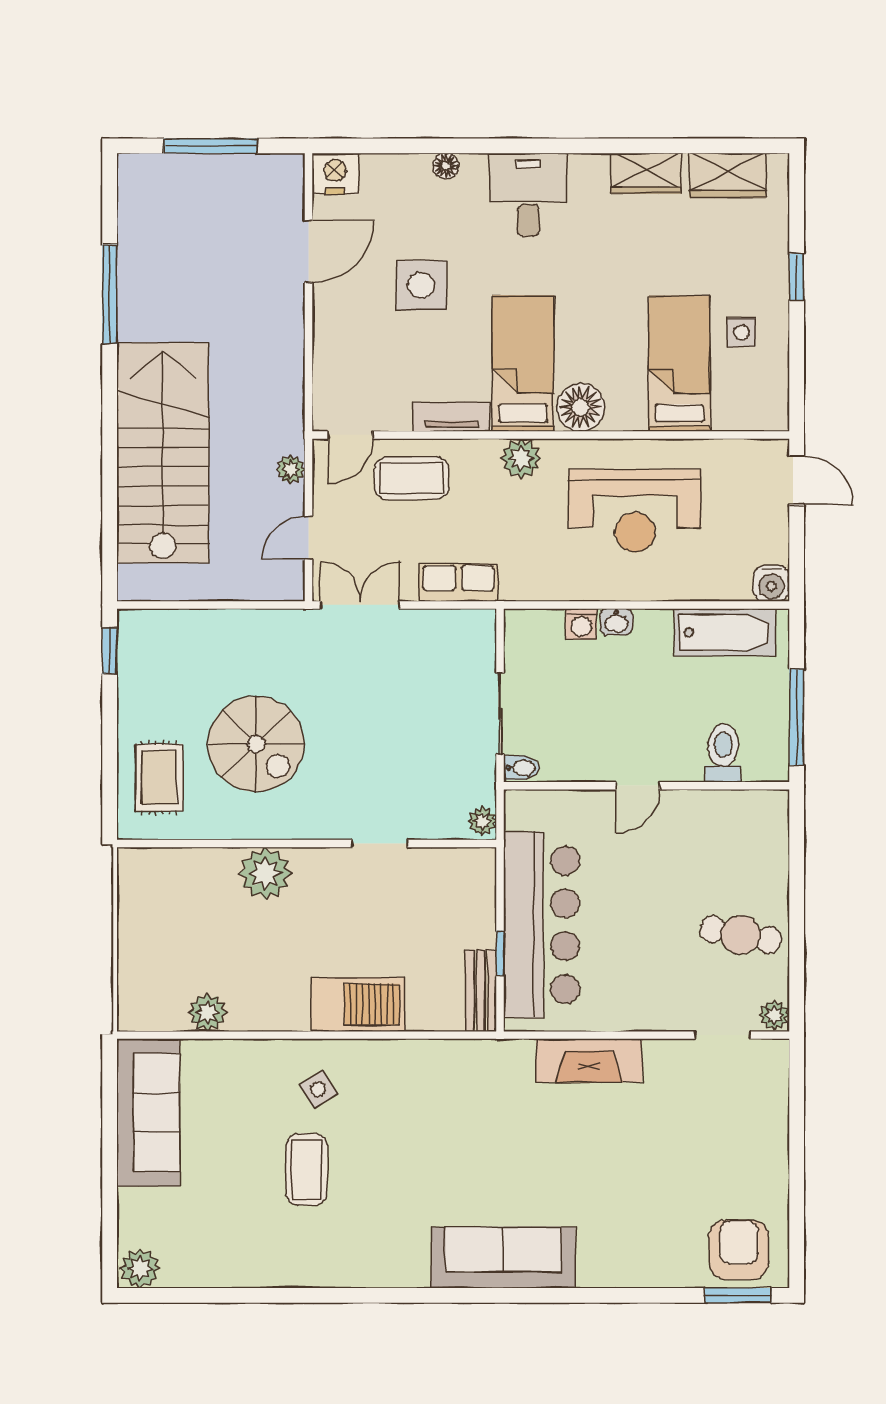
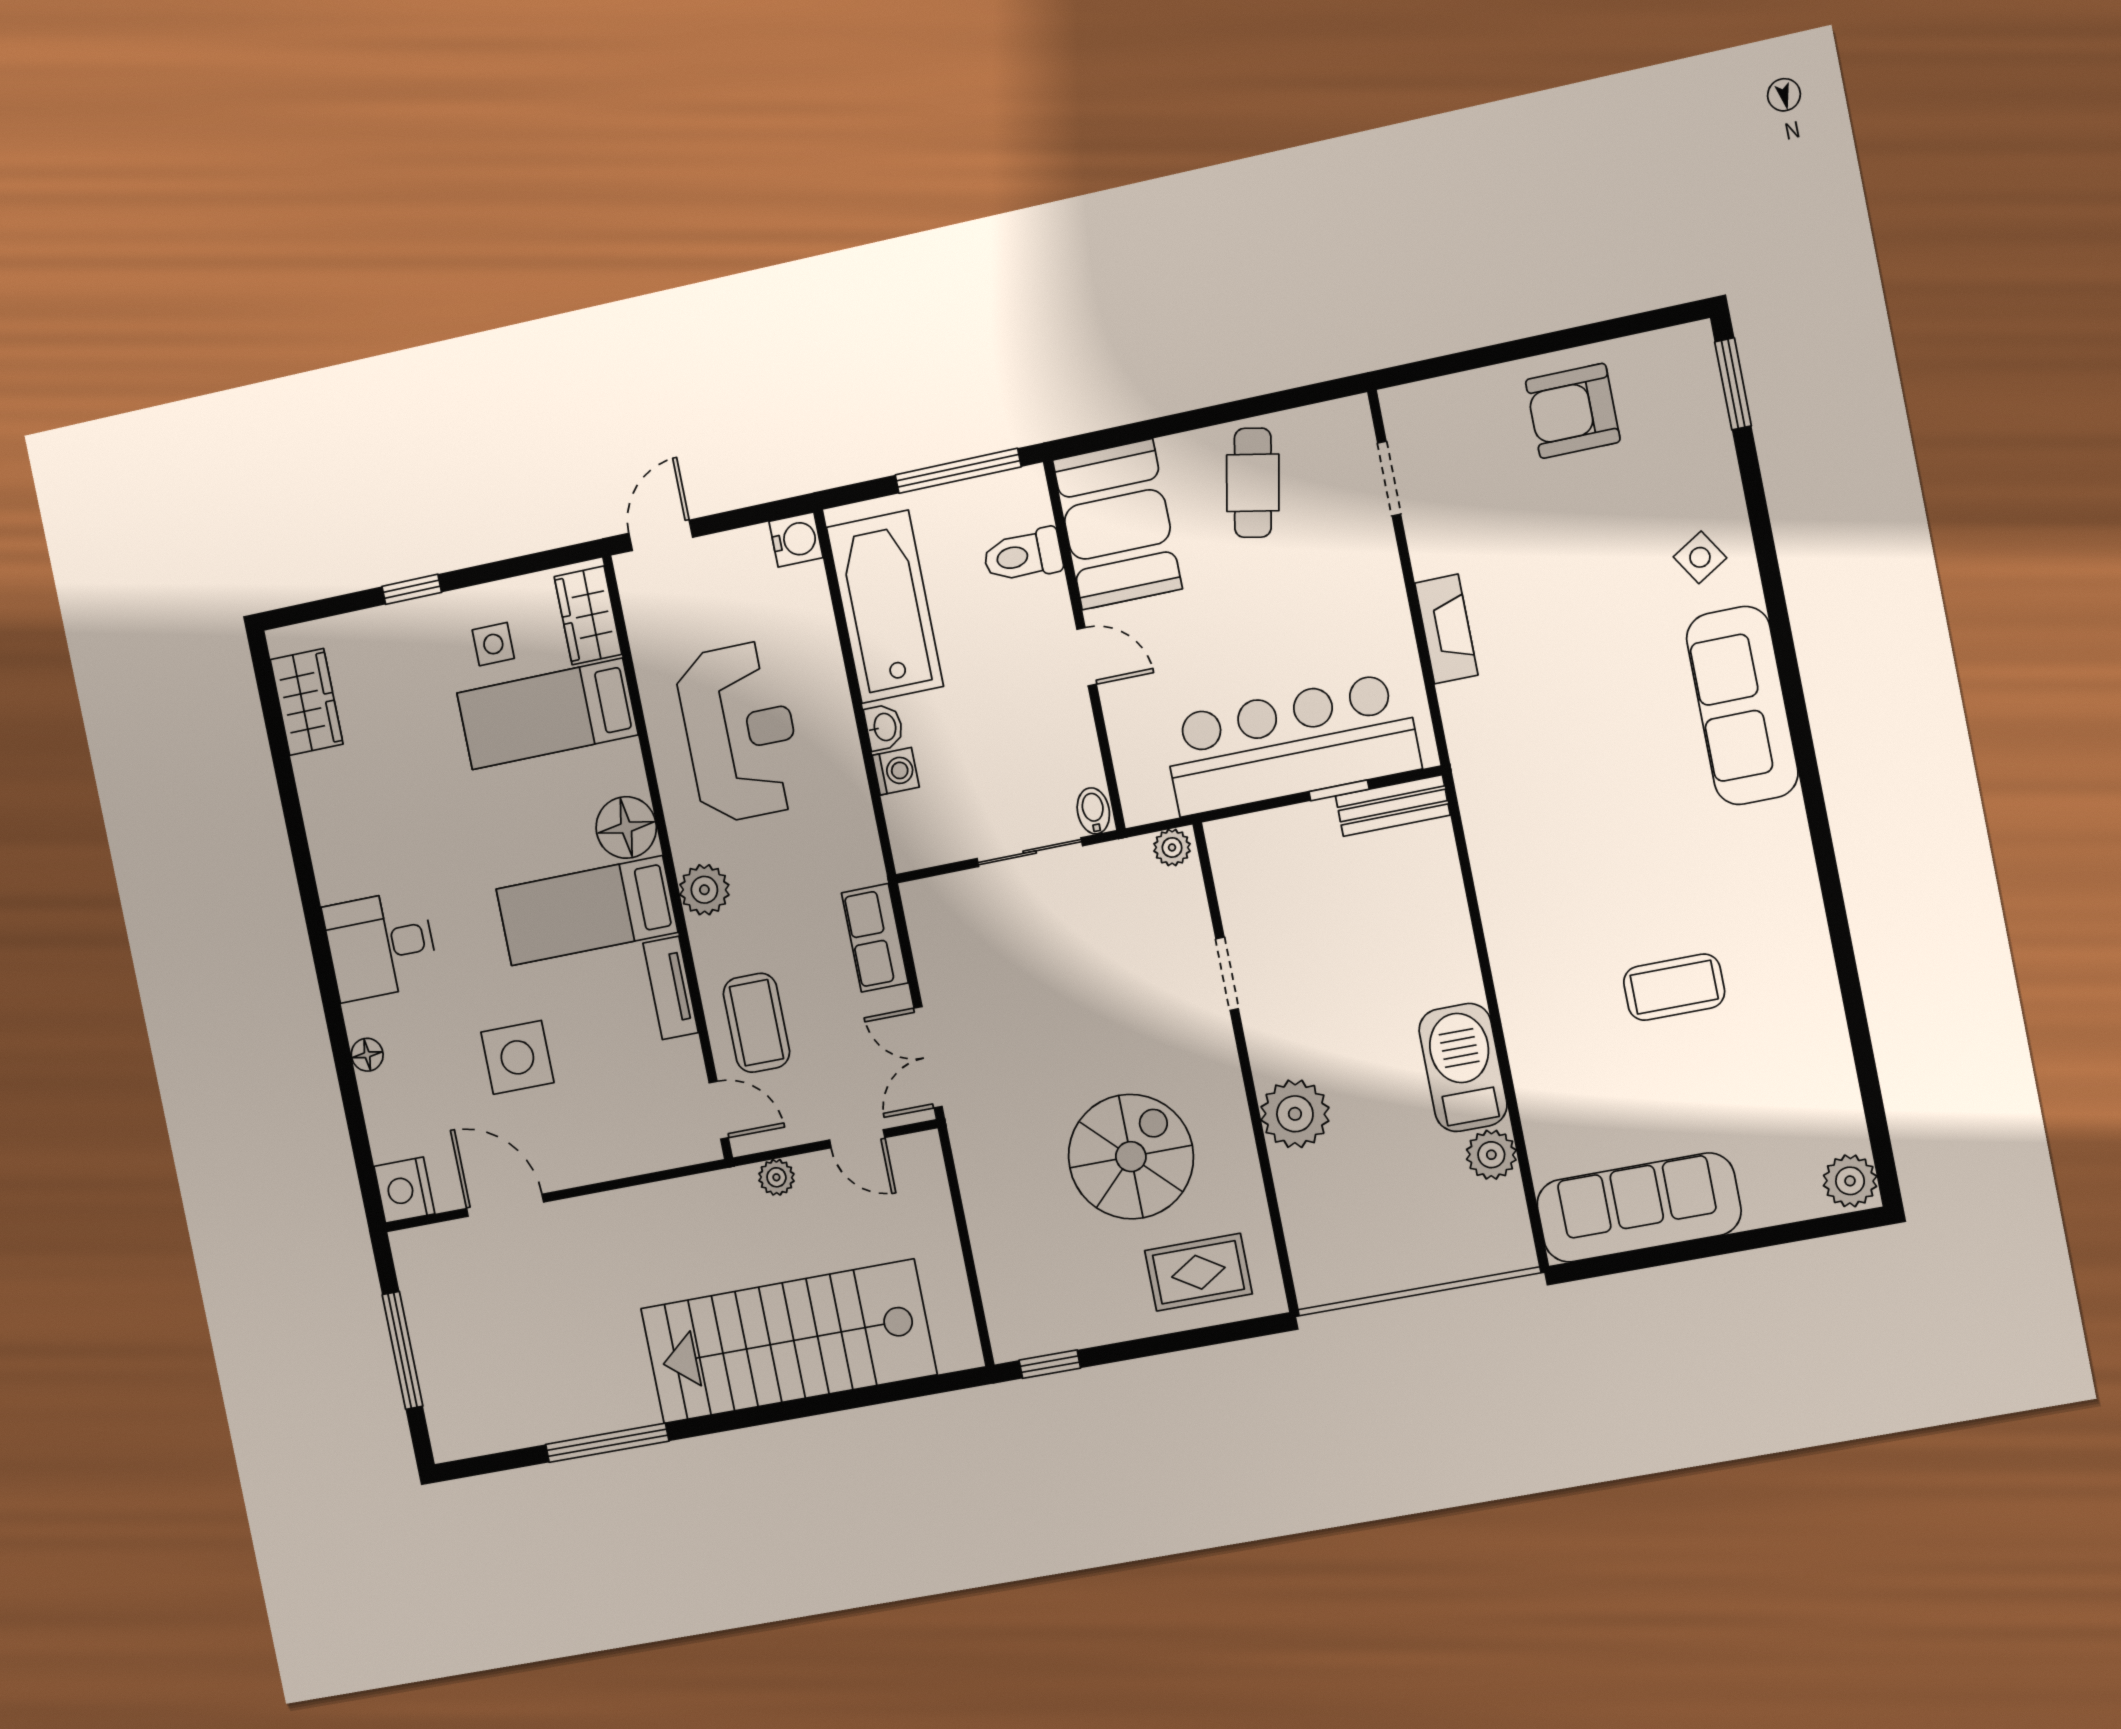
wardrobe: (646, 173) -> (588, 615), moved, turned 180
bathtub: (725, 632) -> (885, 607), width x1.36, depth x1.36
booth: (731, 828) -> (1117, 524), added
barbecue: (358, 1004) -> (1463, 1068), moved
plant: (774, 1015) -> (1349, 416), removed
fireplace: (589, 1060) -> (1446, 629), width x0.73, depth x0.76
side table: (318, 1089) -> (1700, 557), moved
armchair: (739, 1250) -> (1573, 411), moved

